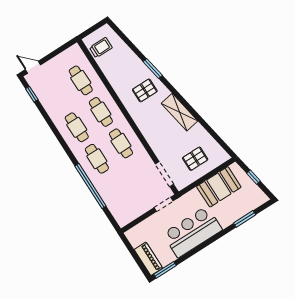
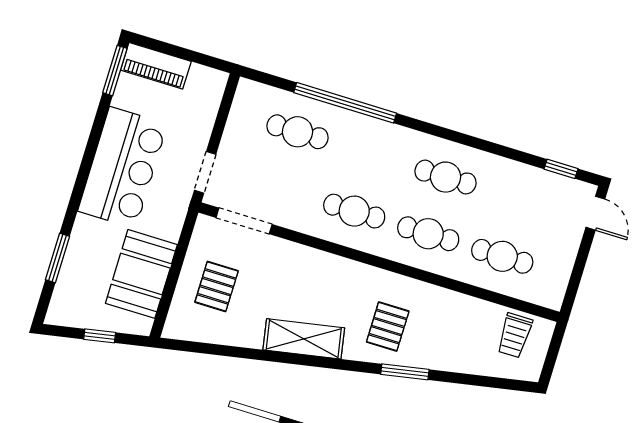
door: (33, 67) -> (595, 213), hinge flipped
cafe table: (97, 159) -> (298, 132), moved

